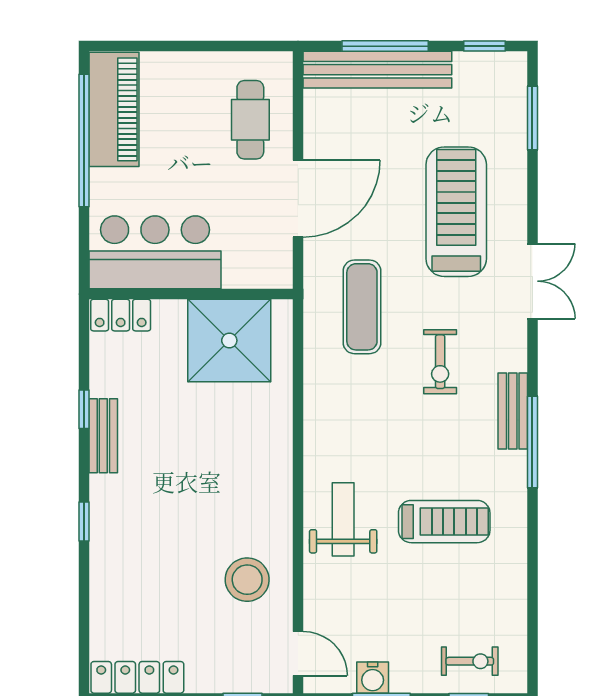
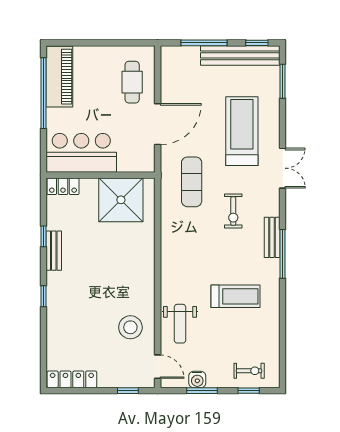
bench: (377, 70) -> (240, 55), moved
weight bench: (343, 519) -> (180, 324), moved, turned 180

